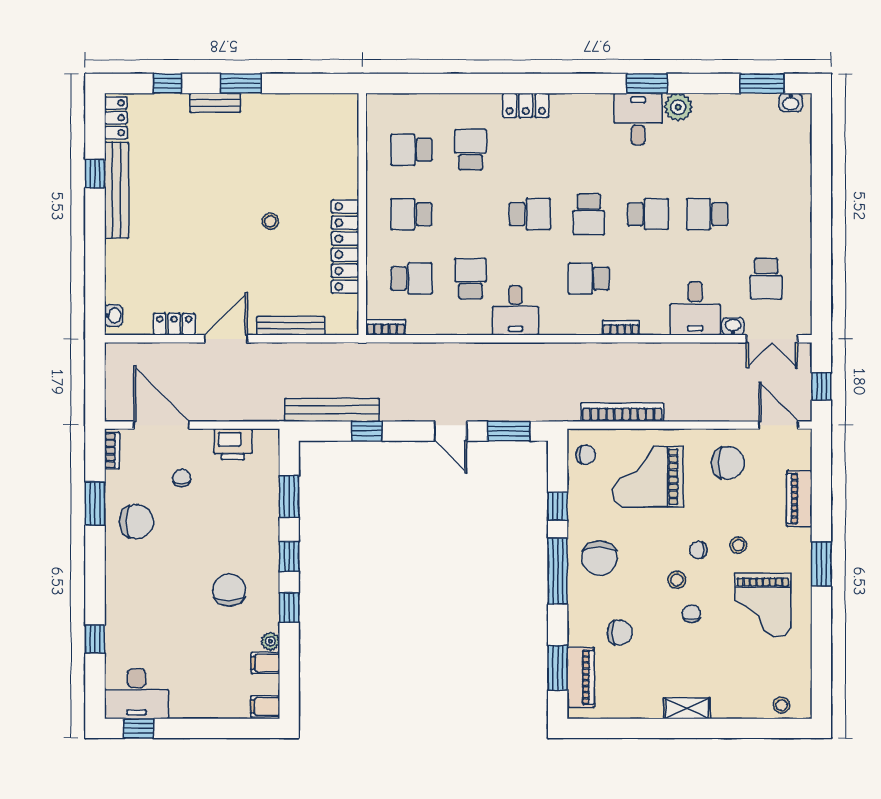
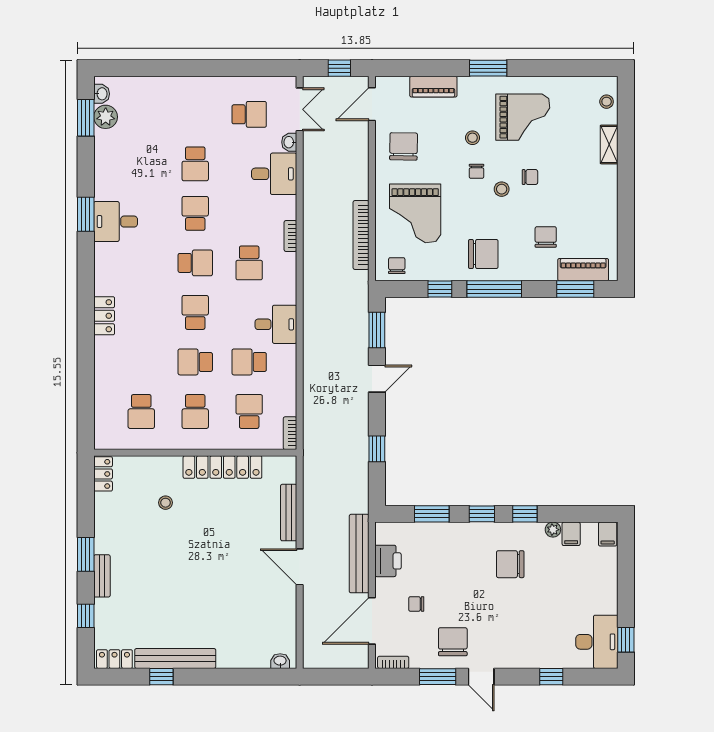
plant: (678, 107) -> (106, 117), moved
school desk: (471, 150) -> (195, 362), moved
stool: (270, 221) -> (166, 503), moved
locker: (174, 324) -> (103, 474), moved, turned 180
bench: (332, 410) -> (359, 554), moved
door: (95, 556) -> (481, 677), added
chair: (691, 614) -> (530, 177), turned 180
shelving: (687, 708) -> (609, 144), moved

